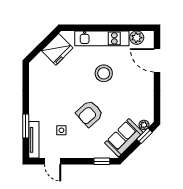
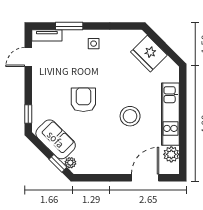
fridge: (57, 49) -> (149, 54), moved
armchair: (90, 114) -> (83, 100), turned 42
side table: (61, 130) -> (94, 44), moved
tv unit: (34, 140) -> (47, 35), width x0.71

